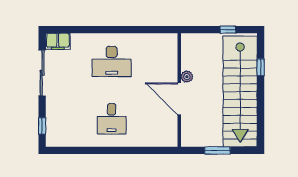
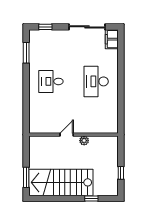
stairs: (240, 91) -> (61, 182), width x0.73
door: (179, 99) -> (67, 135), width x0.53
window: (75, 150) -> (26, 53), added
window: (217, 150) -> (26, 177), moved

